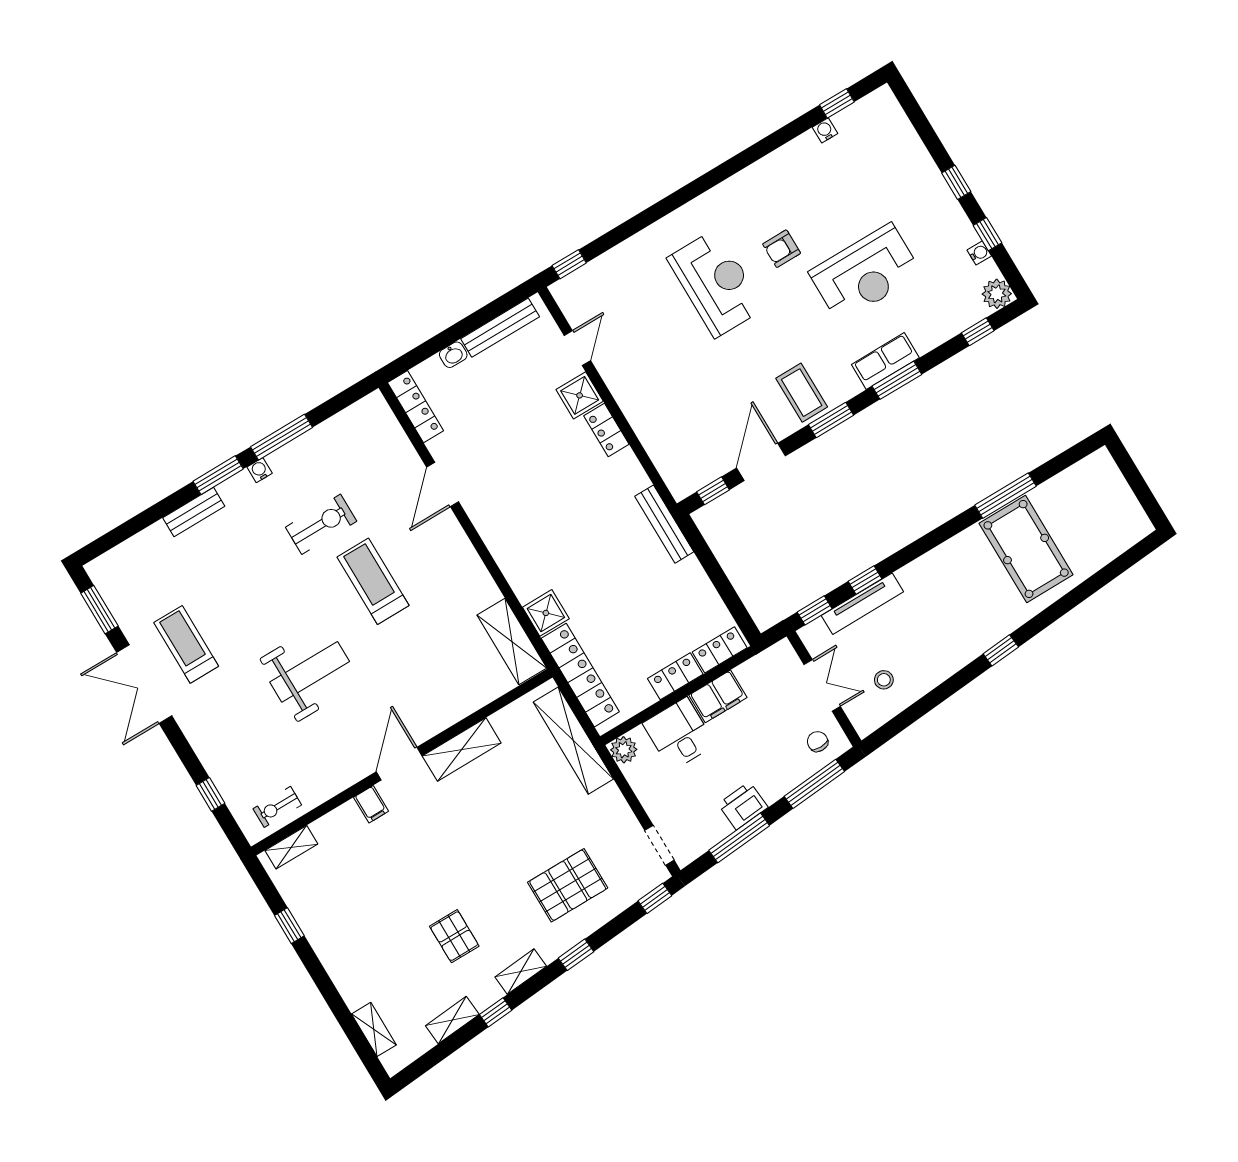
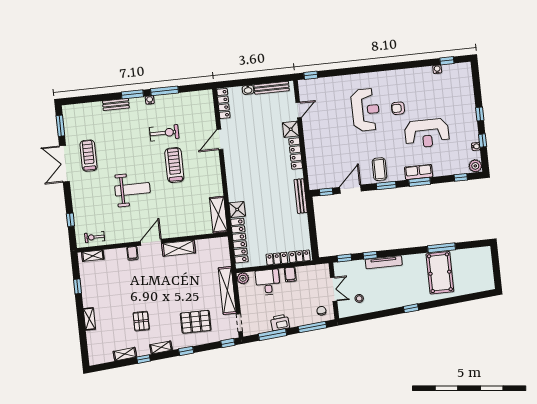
locker: (606, 430) -> (296, 153), width x1.53
tv unit: (862, 604) -> (384, 262), moved
filing cabinet: (718, 696) -> (290, 274), width x0.50
shelving: (573, 741) -> (227, 290), moved
shelving: (374, 1029) -> (89, 319), moved

